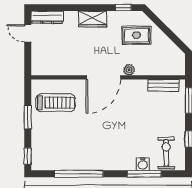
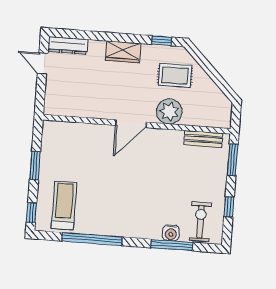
plant: (129, 70) -> (169, 112), width x1.88, depth x1.88
door: (103, 77) -> (131, 124), width x0.73
treadmill: (56, 103) -> (64, 205), moved, turned -90

